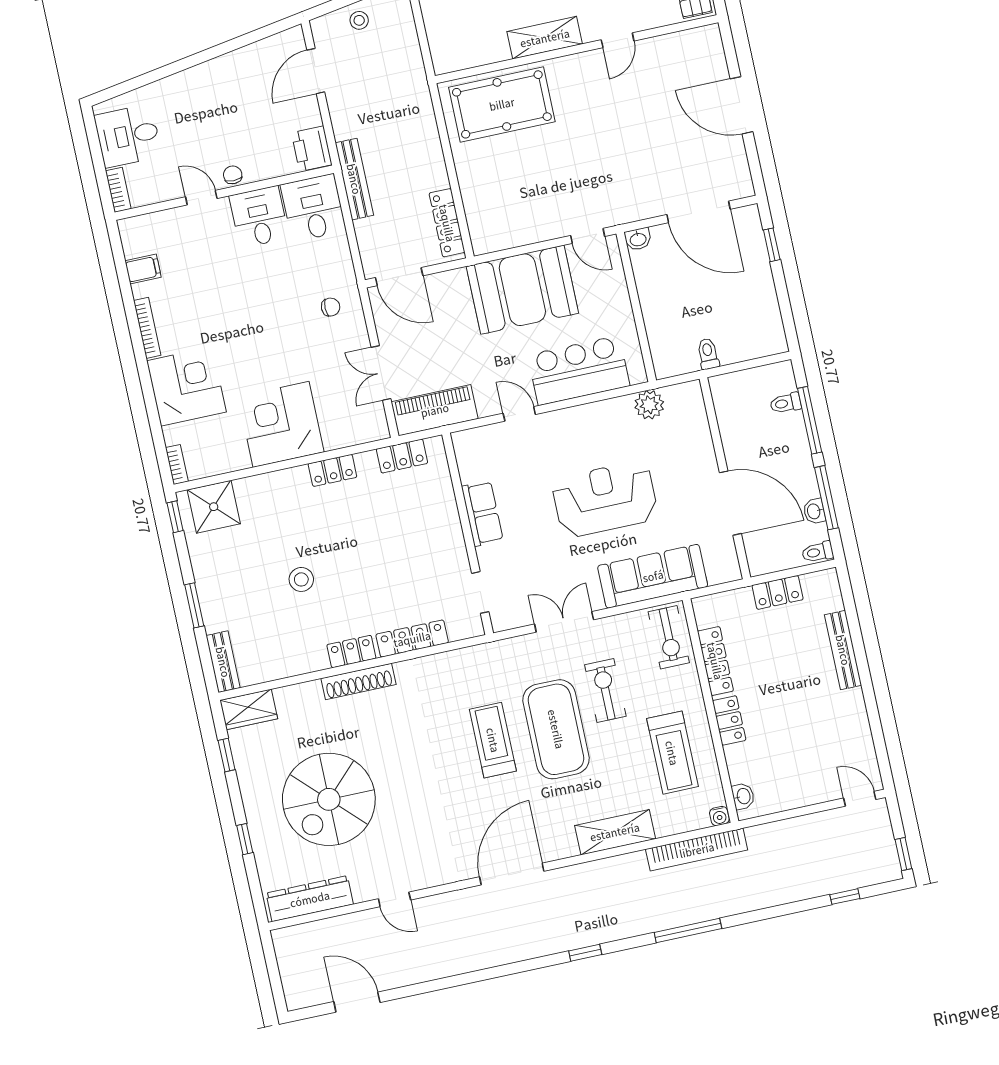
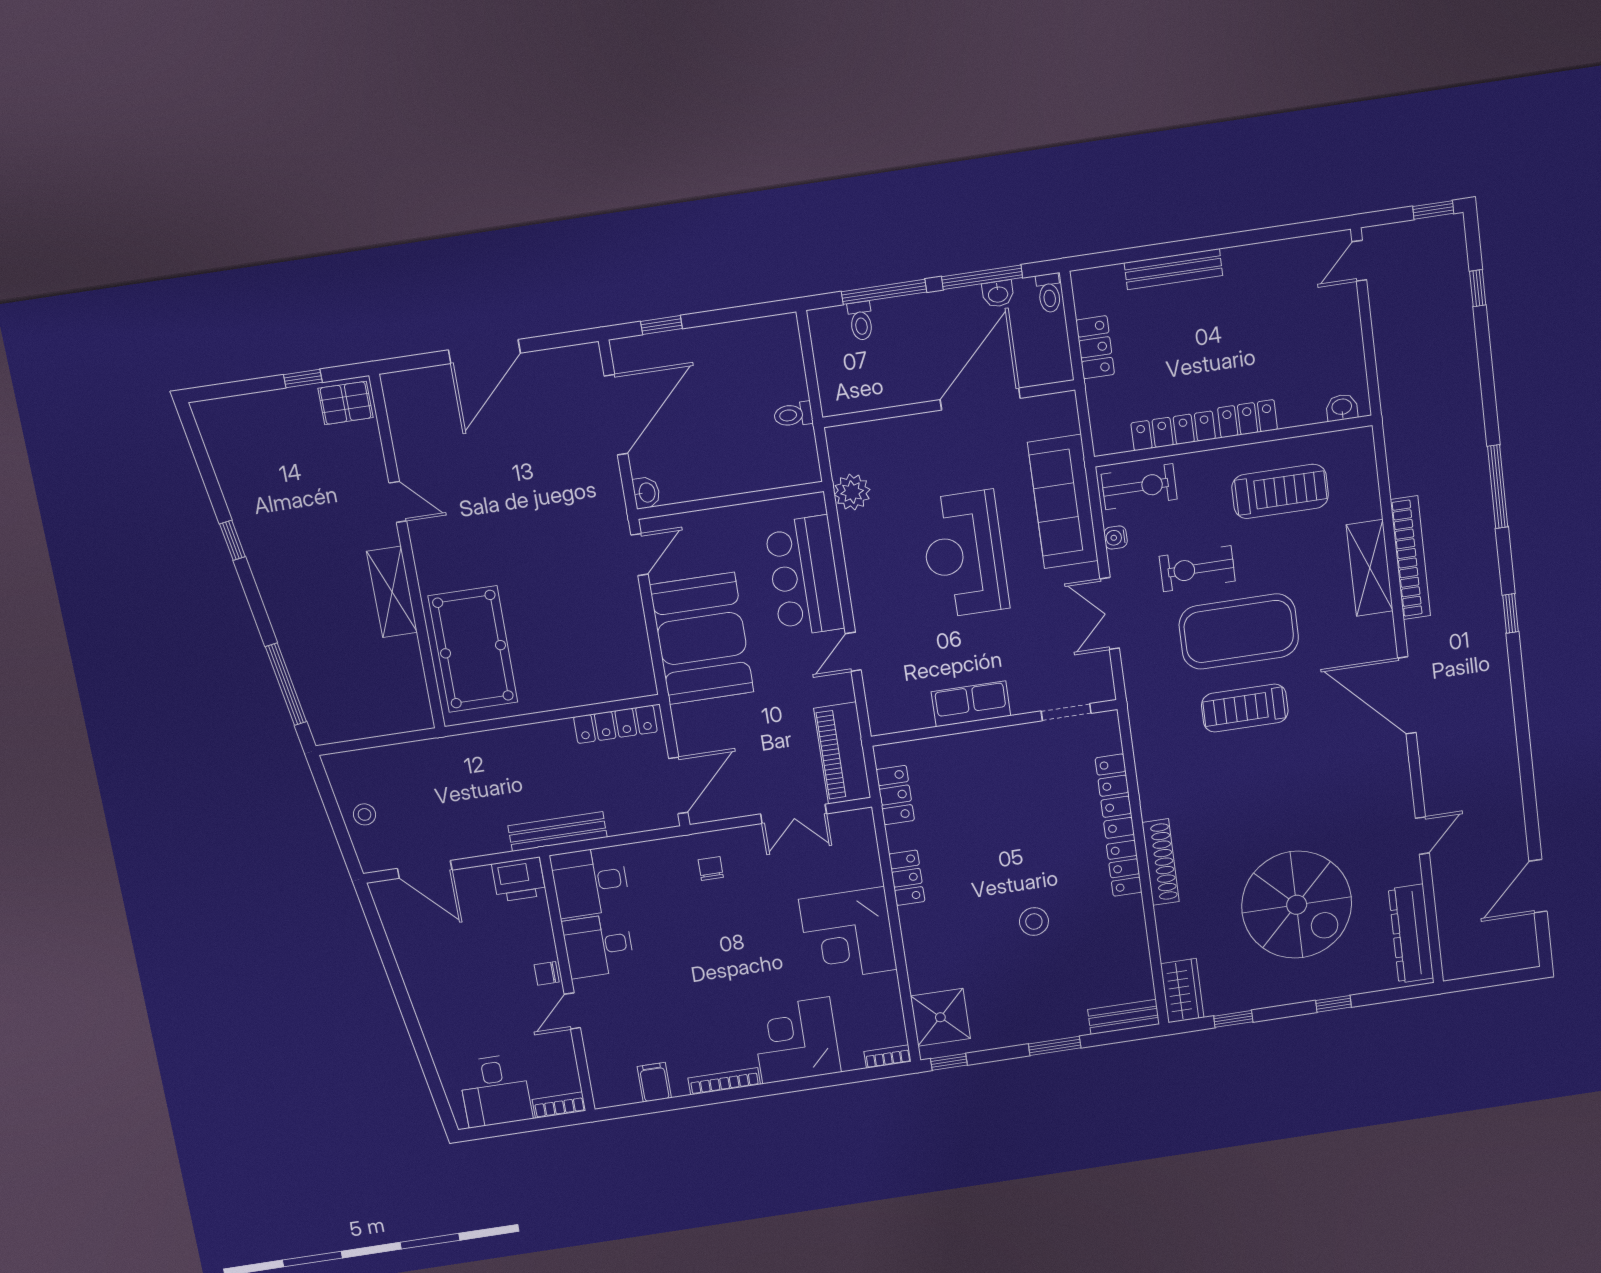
water cooler: (719, 816) -> (1116, 538), moved, turned 180
bookcase: (697, 850) -> (1410, 558), moved

